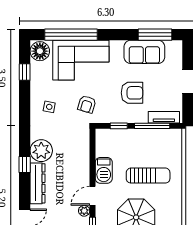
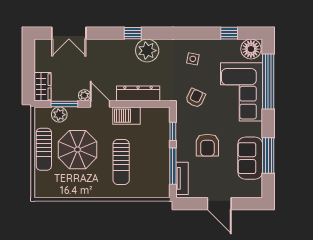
window: (155, 35) -> (268, 155), moved
armchair: (87, 104) -> (195, 98), turned 98
dresser: (38, 183) -> (138, 93), moved, turned 180

